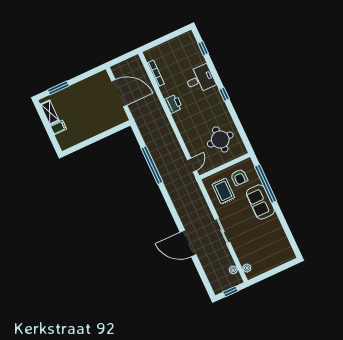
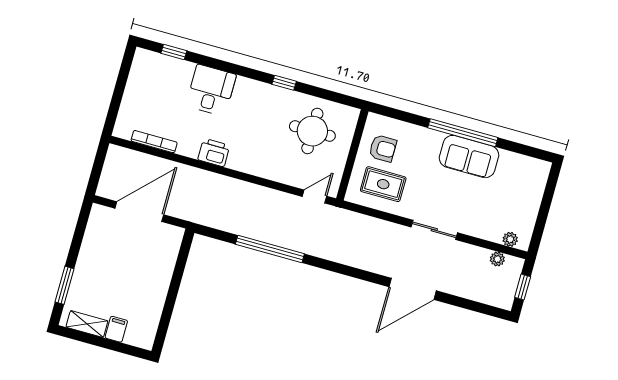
window: (224, 94) -> (284, 83), moved
door: (192, 165) -> (314, 196), hinge flipped
window: (266, 184) -> (463, 133), moved
sofa: (260, 202) -> (469, 157), moved

